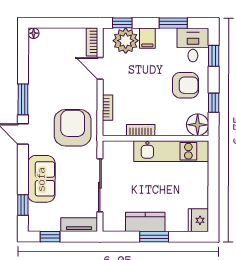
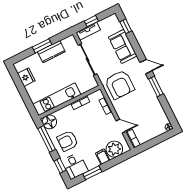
window: (122, 23) -> (121, 158), removed
window: (214, 103) -> (47, 139), width x2.17
fridge: (198, 220) -> (26, 77), moved
window: (50, 237) -> (91, 21), moved

